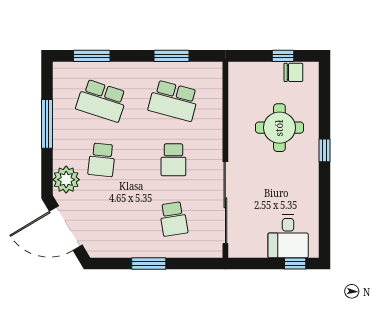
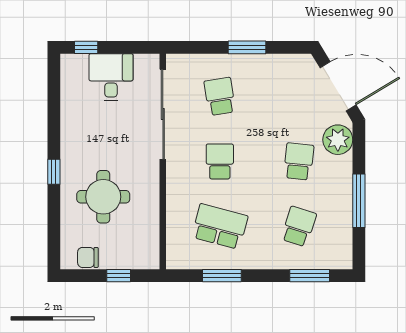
window: (283, 56) -> (119, 276), moved
school desk: (102, 101) -> (299, 226), width x0.54
desk: (288, 236) -> (111, 77), moved

